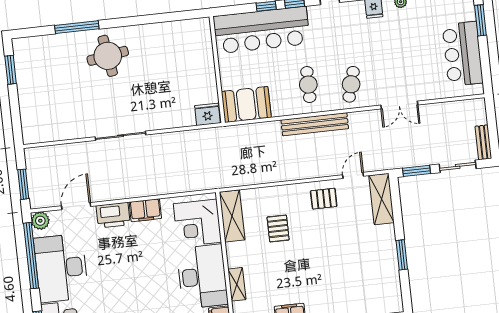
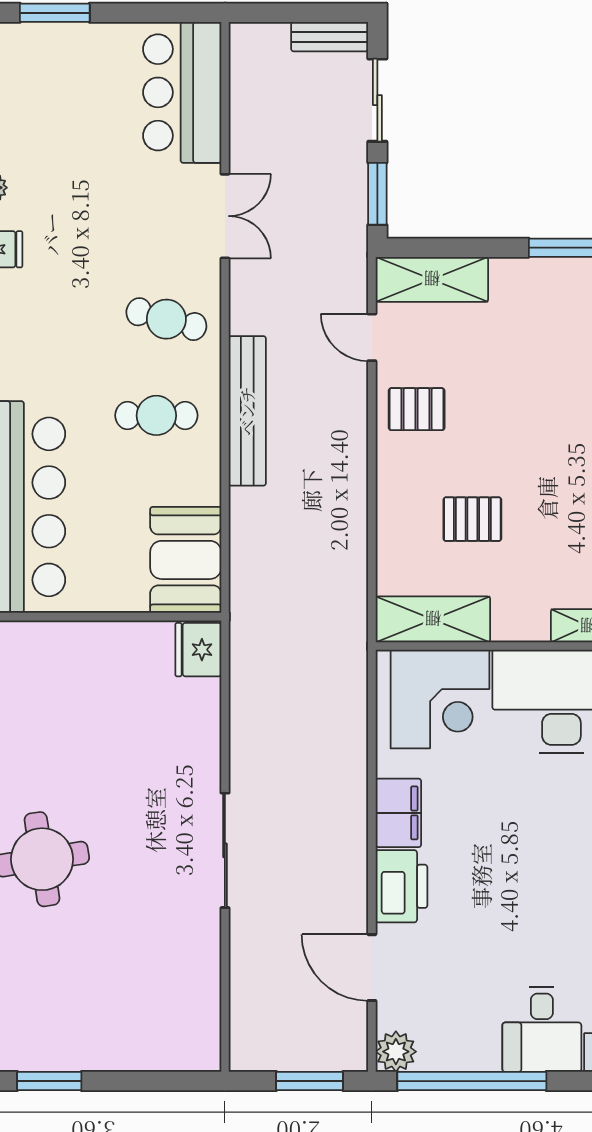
bar counter: (463, 54) -> (182, 92), moved, turned 90
pallet: (324, 199) -> (417, 409), turned 90
desk: (61, 268) -> (542, 1029), width x0.53, depth x0.77

